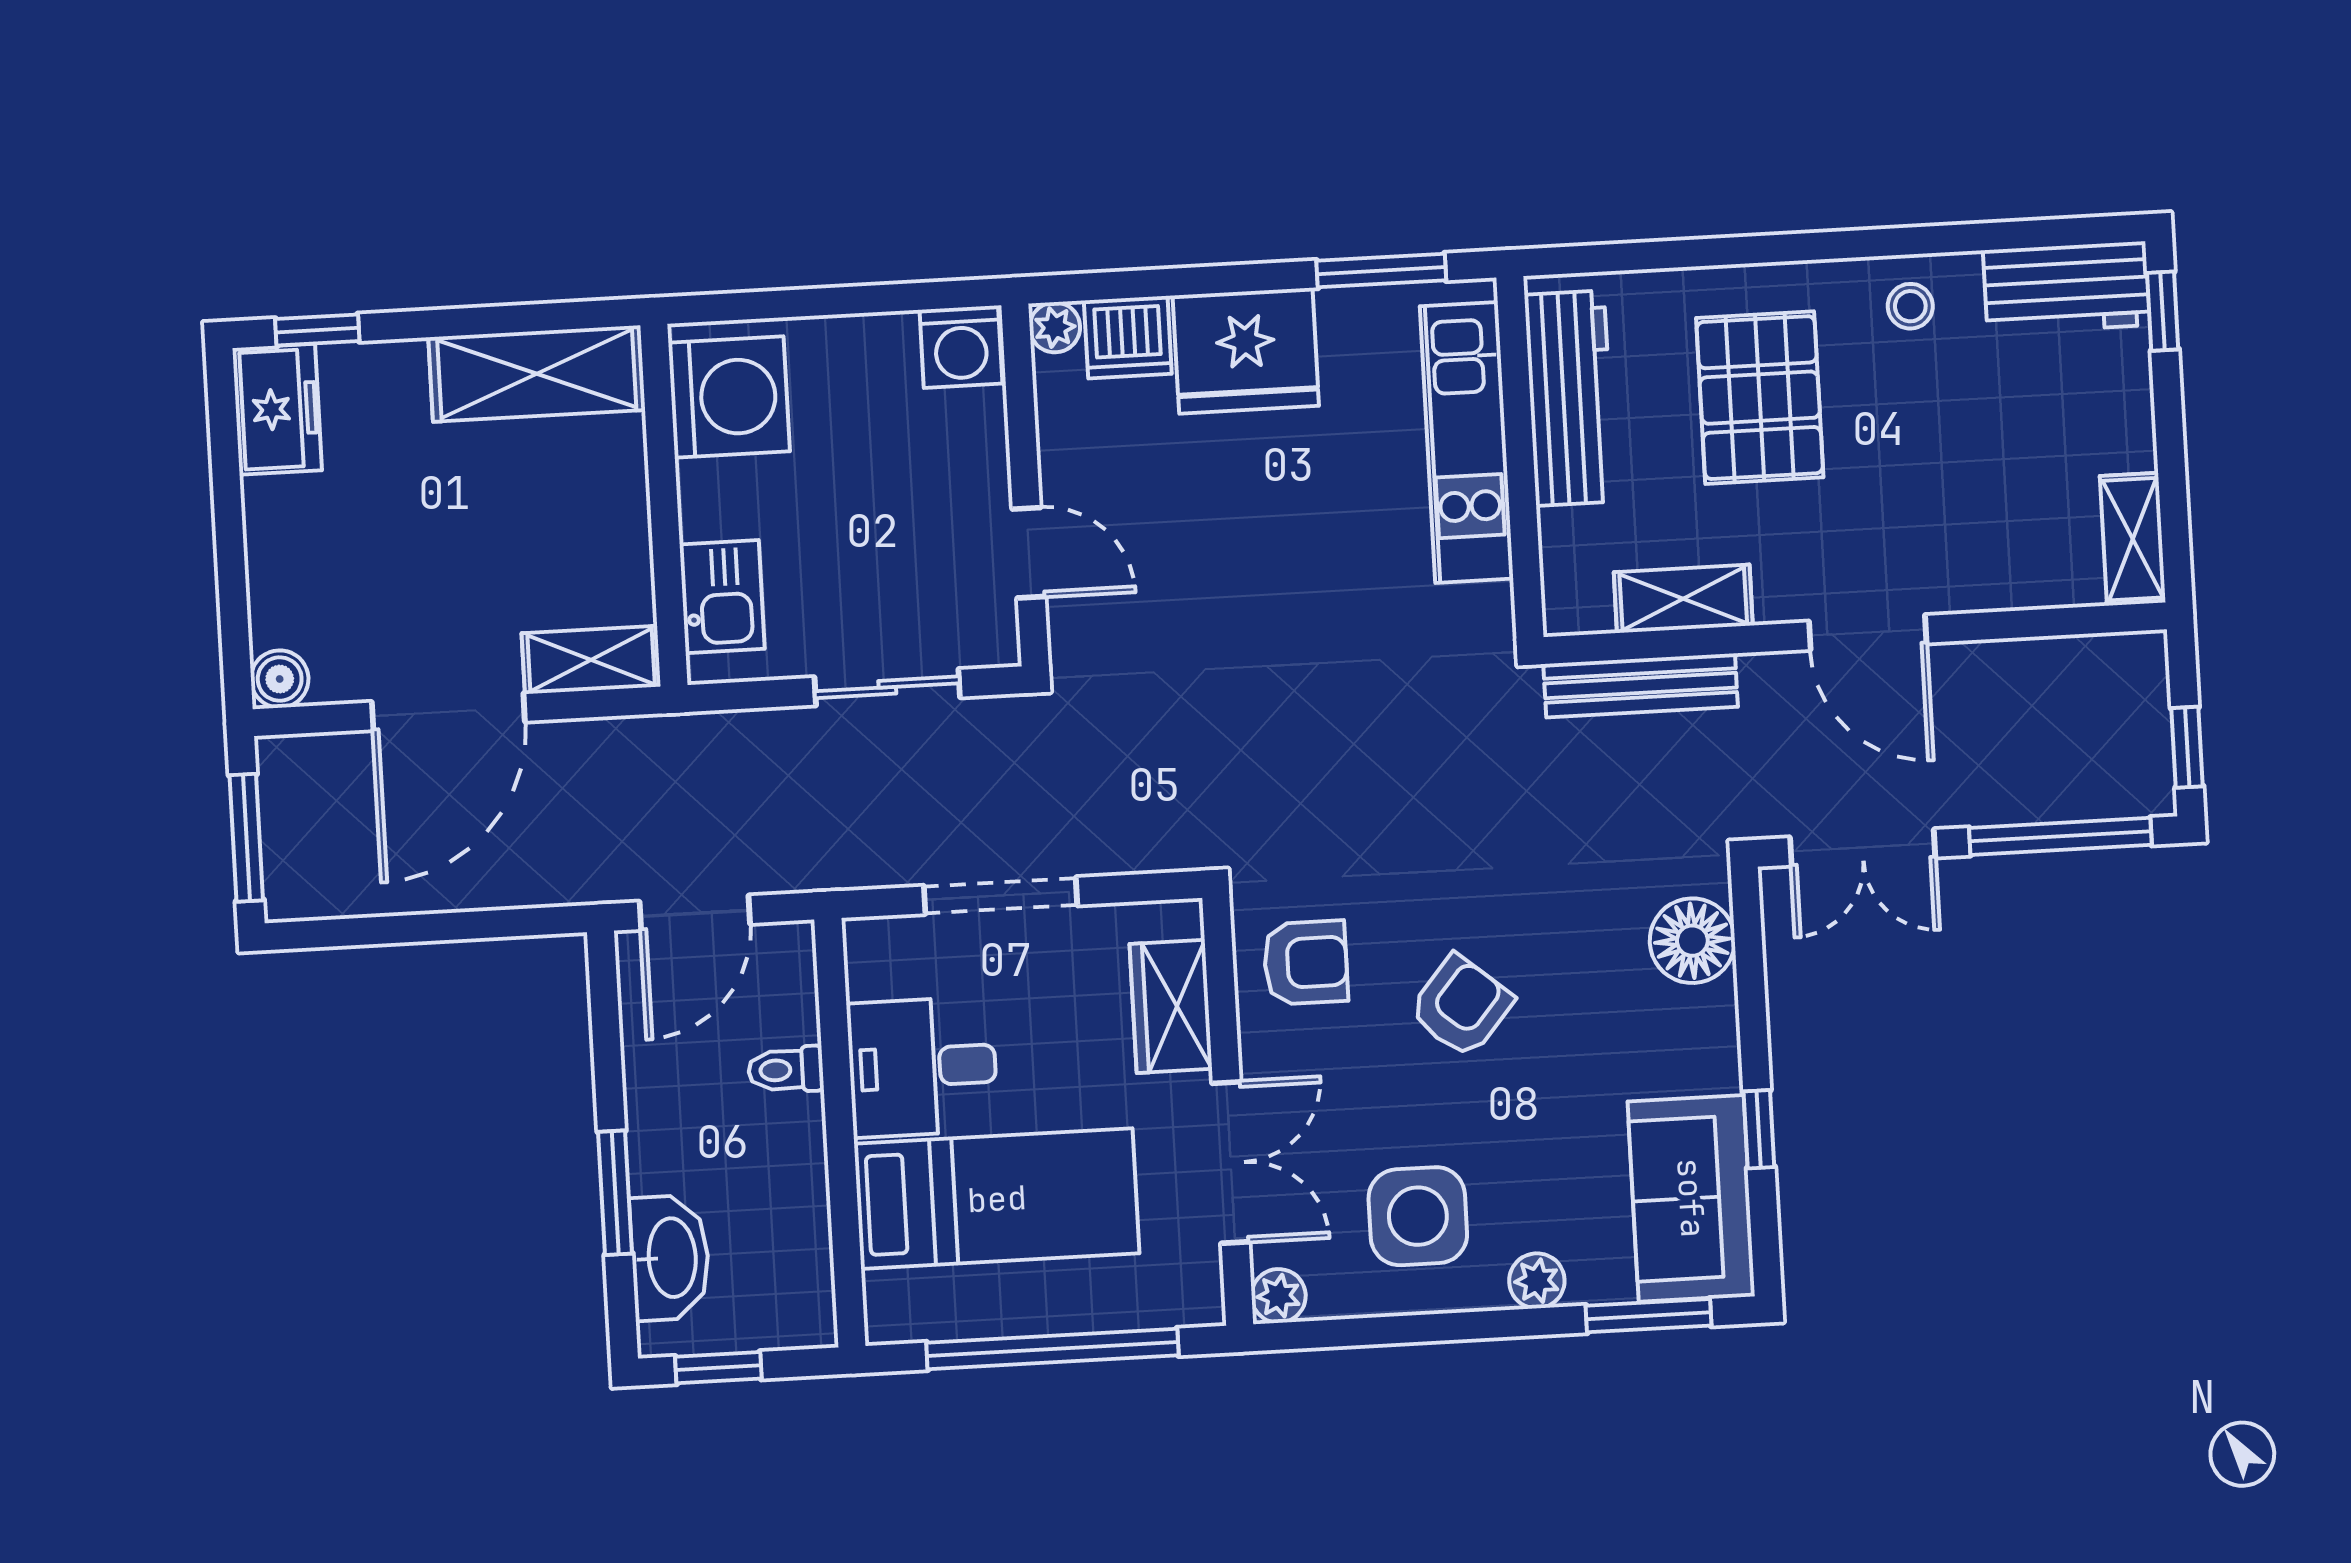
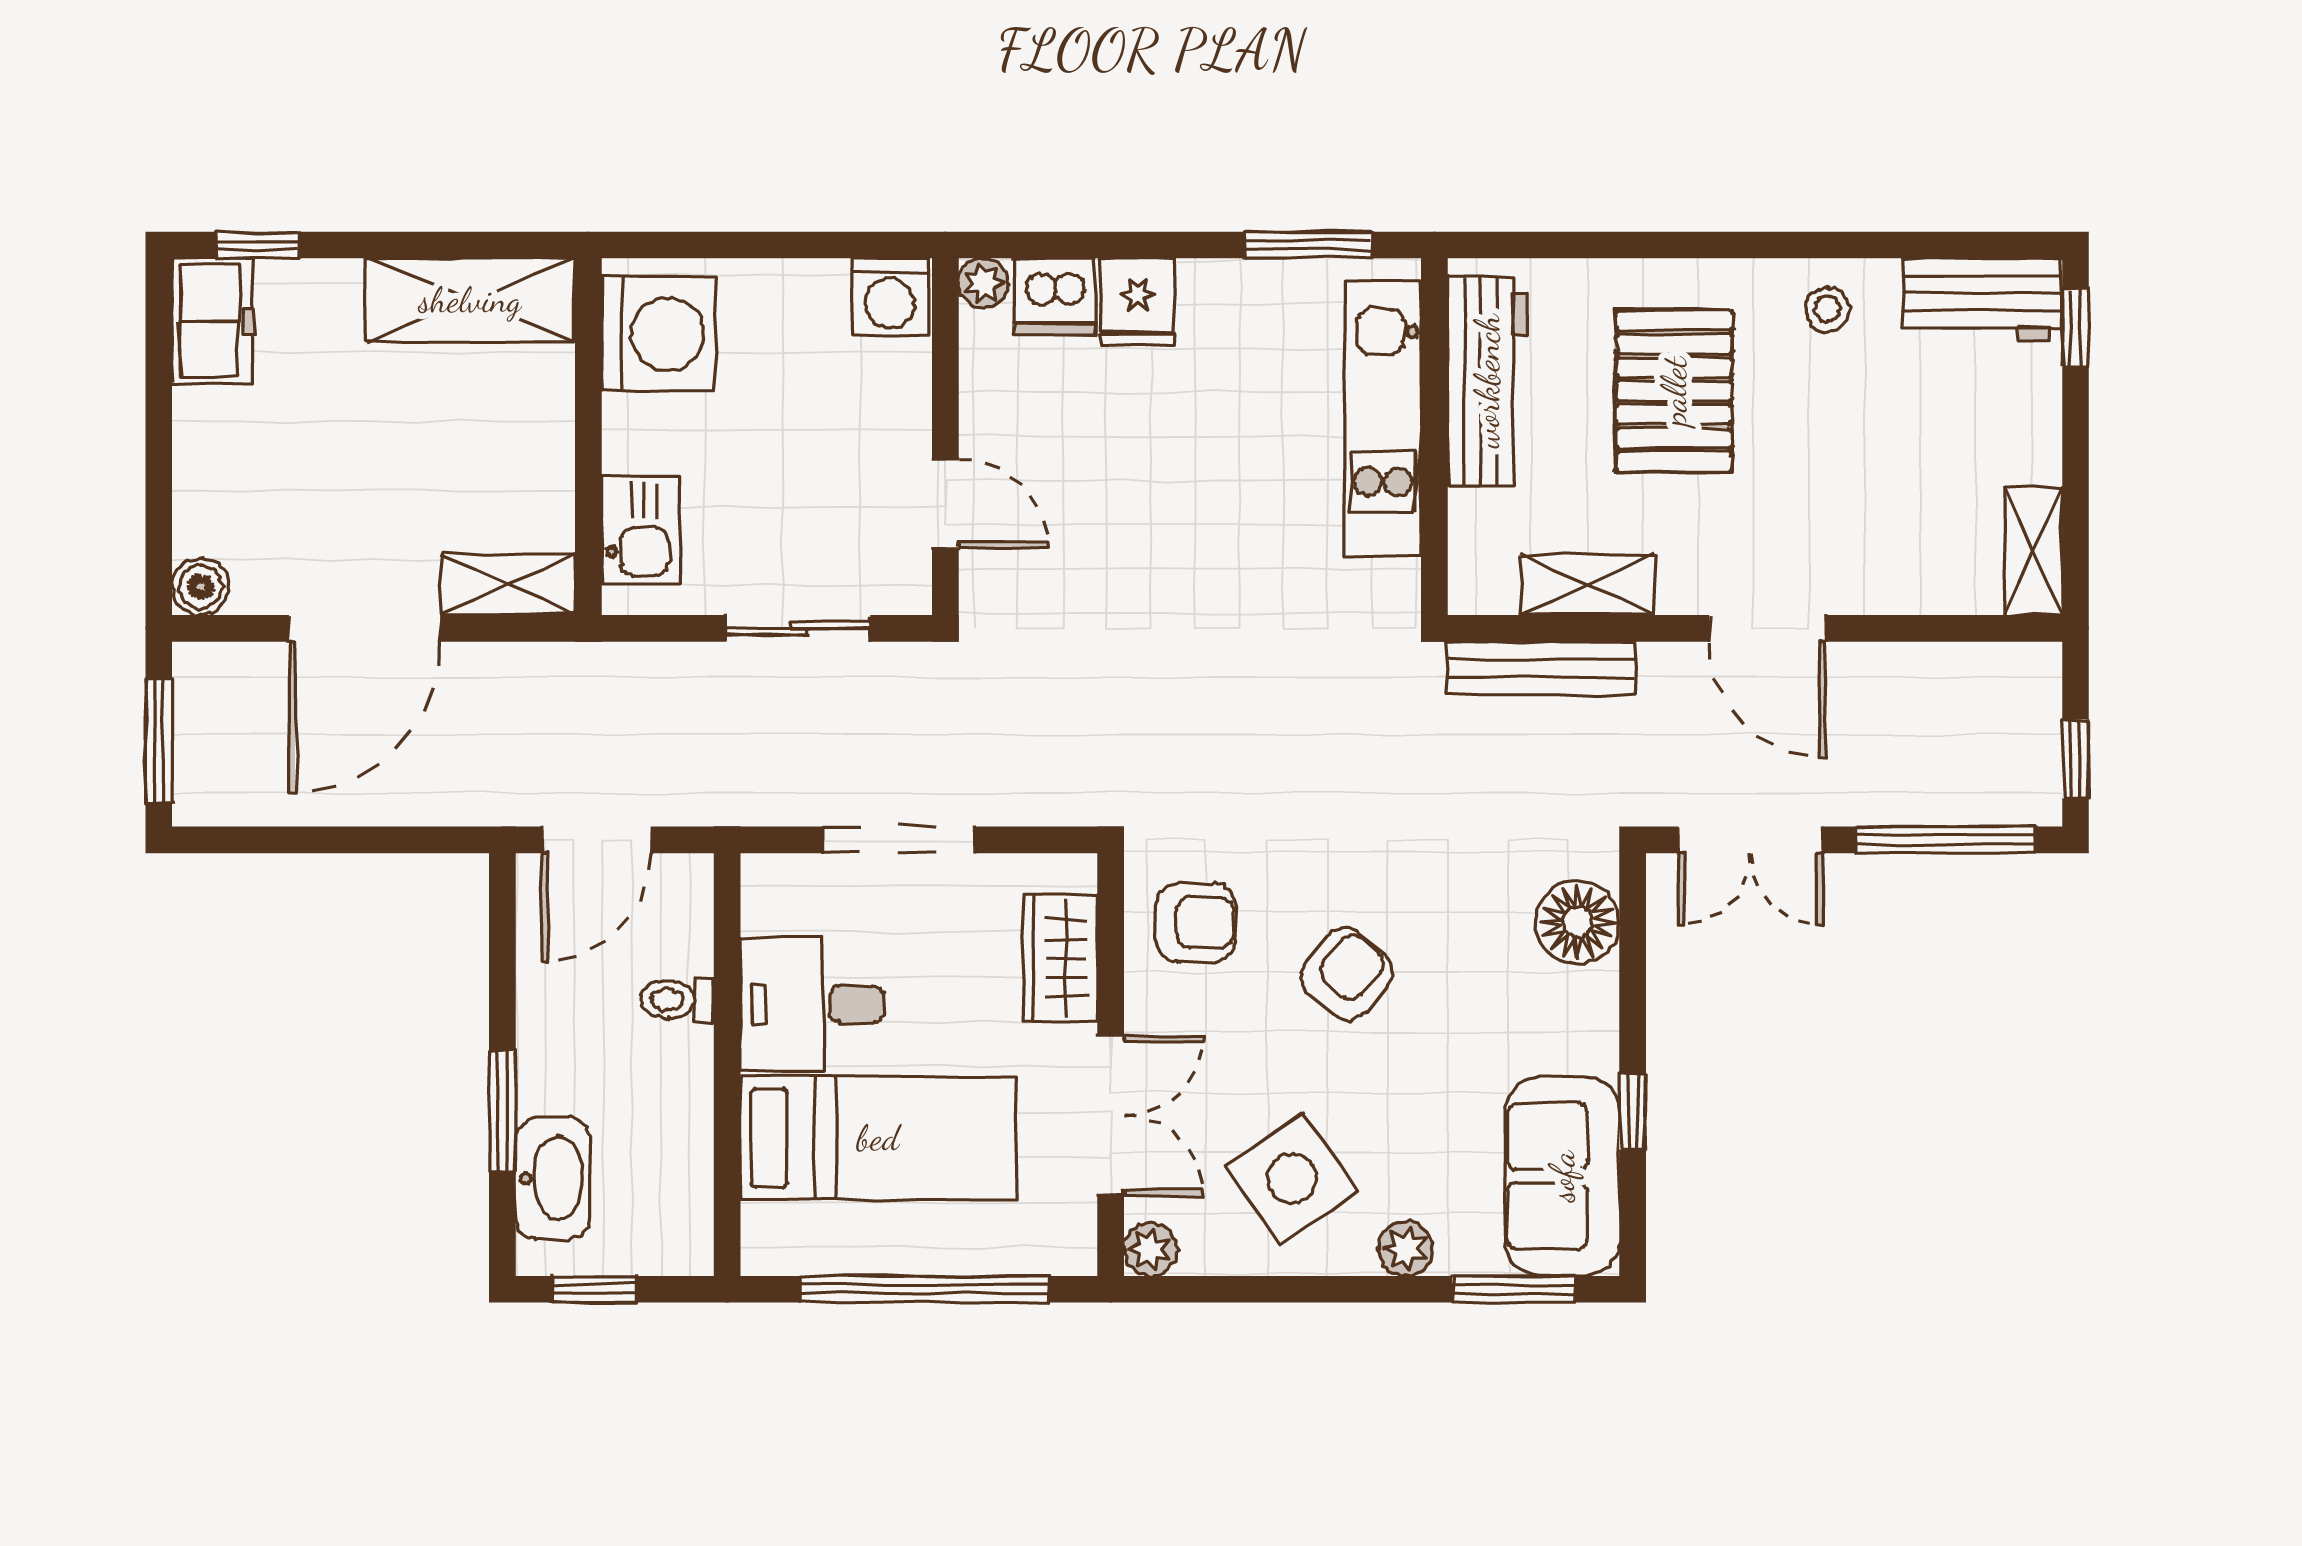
fridge: (1246, 351) -> (1138, 302), width x0.53, depth x0.75
side table: (1418, 1216) -> (1292, 1179), turned -35

